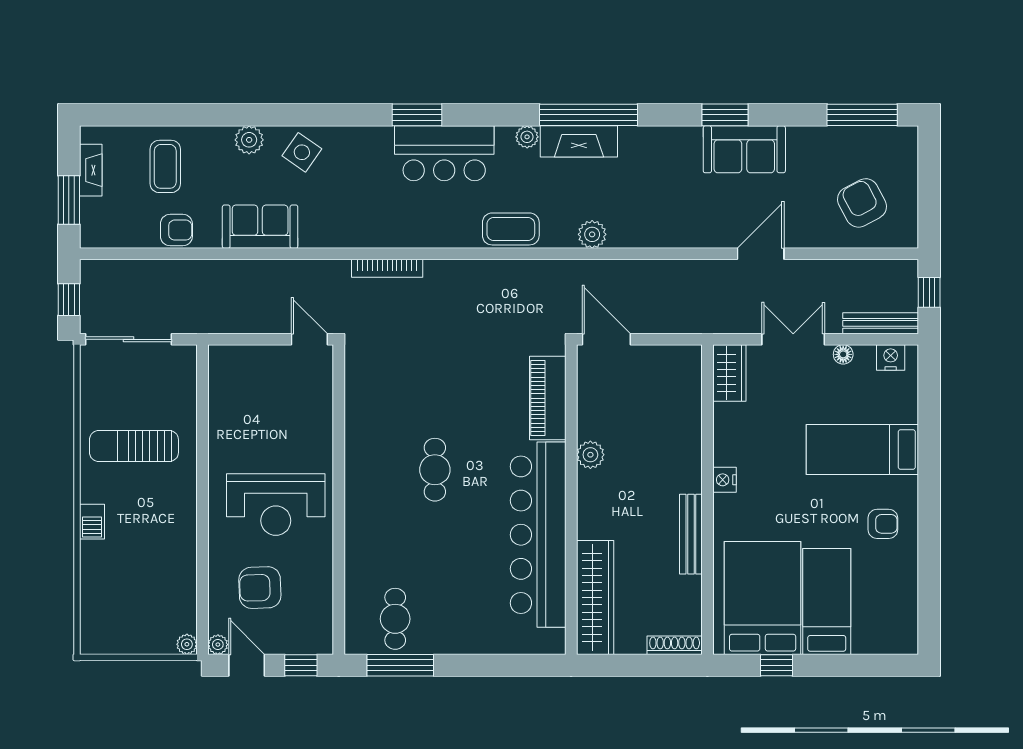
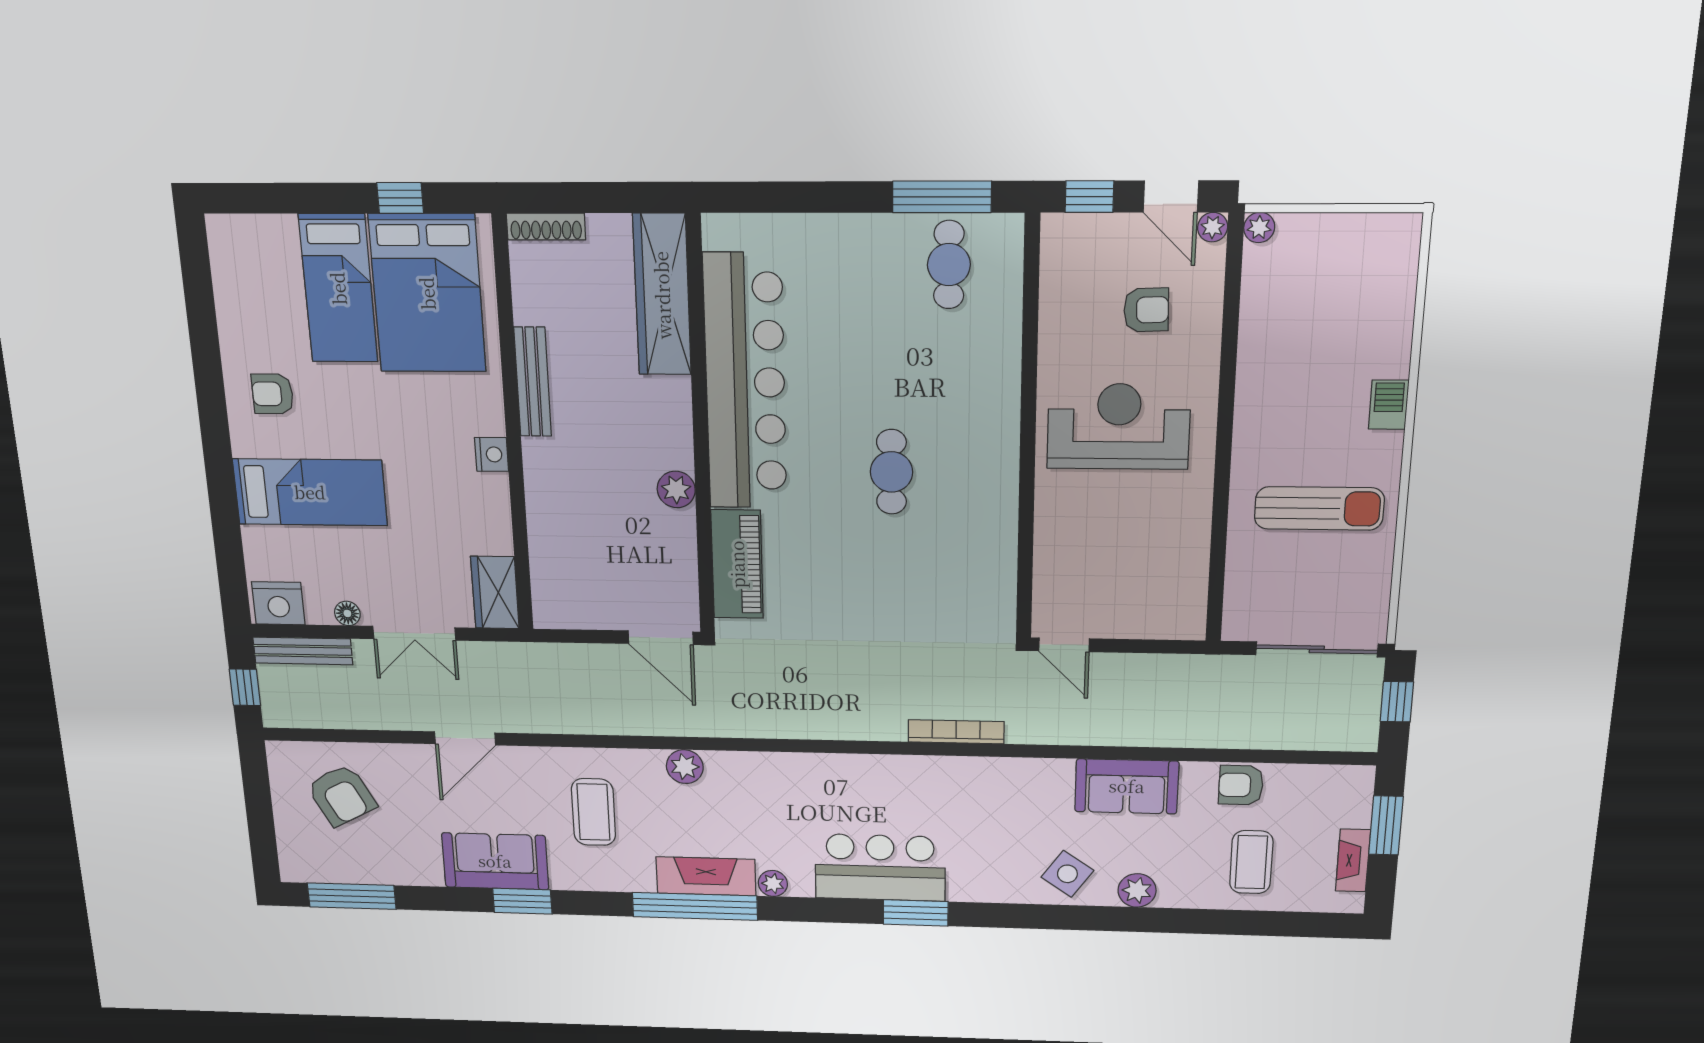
coffee table: (511, 229) -> (593, 812), moved, turned 90
nightstand: (891, 357) -> (278, 603), width x1.36, depth x1.33
armchair: (260, 588) -> (1146, 310), width x0.72, depth x0.72

